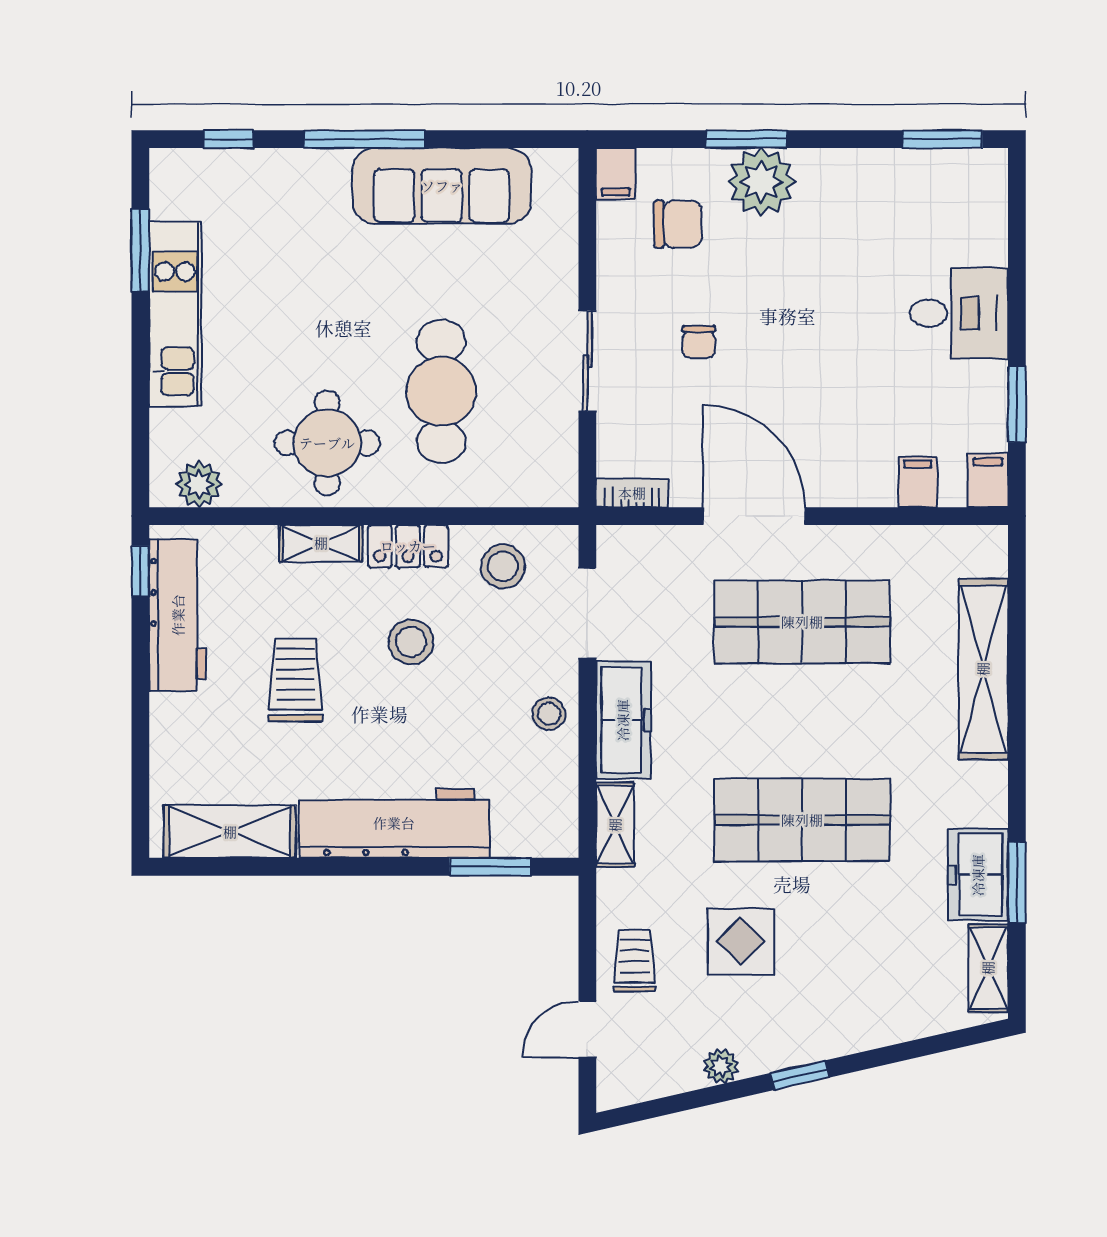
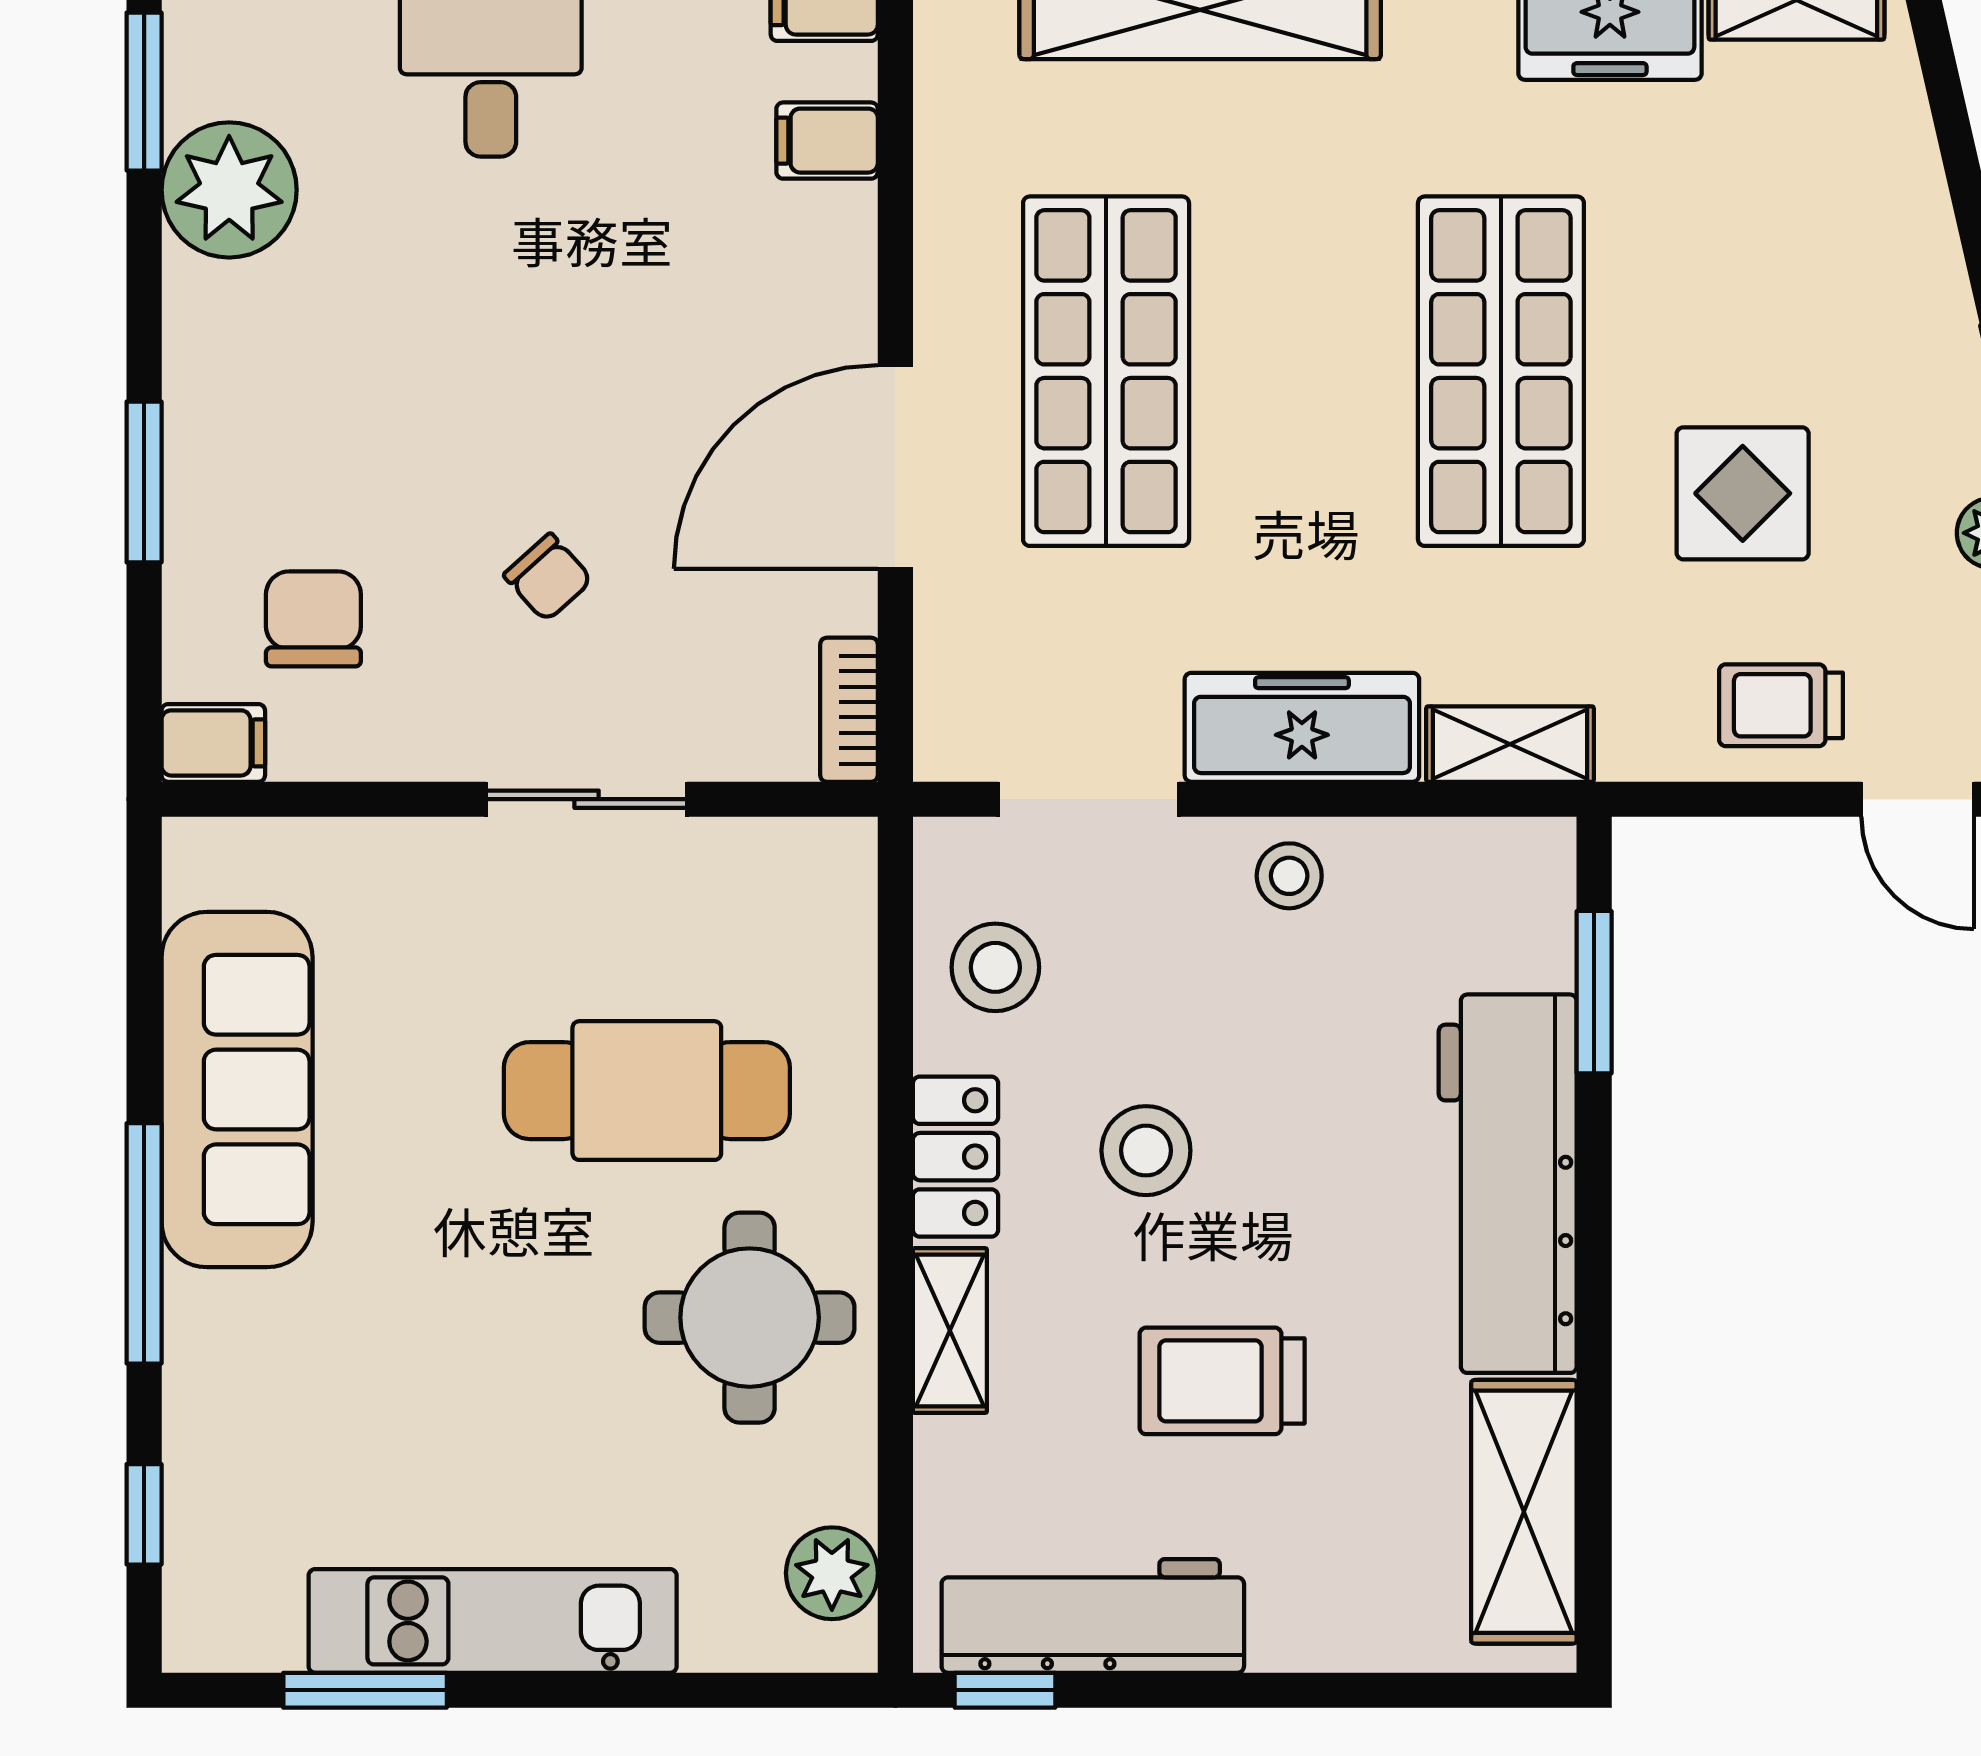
plant: (761, 182) -> (229, 190), moved
chair: (699, 342) -> (548, 577), turned 48

